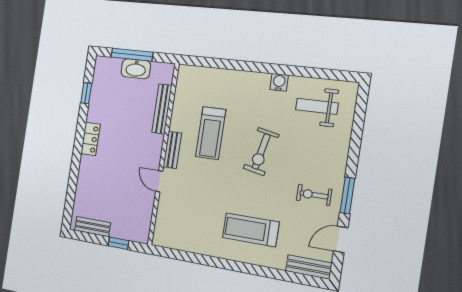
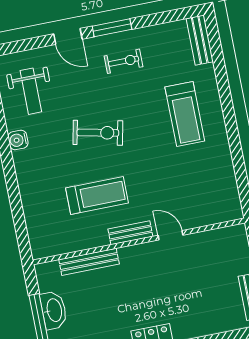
door: (159, 181) -> (170, 235), swing flipped
exercise bike: (314, 195) -> (124, 61), turned -90
door: (341, 240) -> (68, 36), moved

